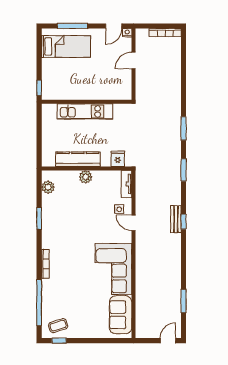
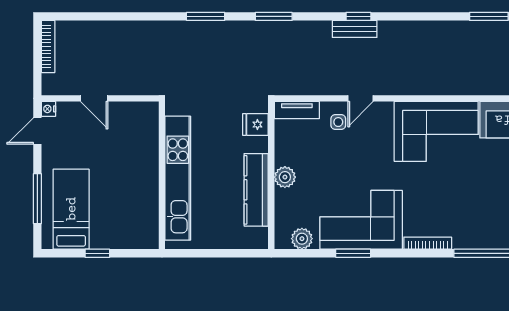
door: (114, 26) -> (37, 131), swing flipped
window: (39, 88) -> (97, 253), moved
kitchen unit: (85, 112) -> (178, 178), width x1.36
corner sofa: (60, 223) -> (361, 220), added

